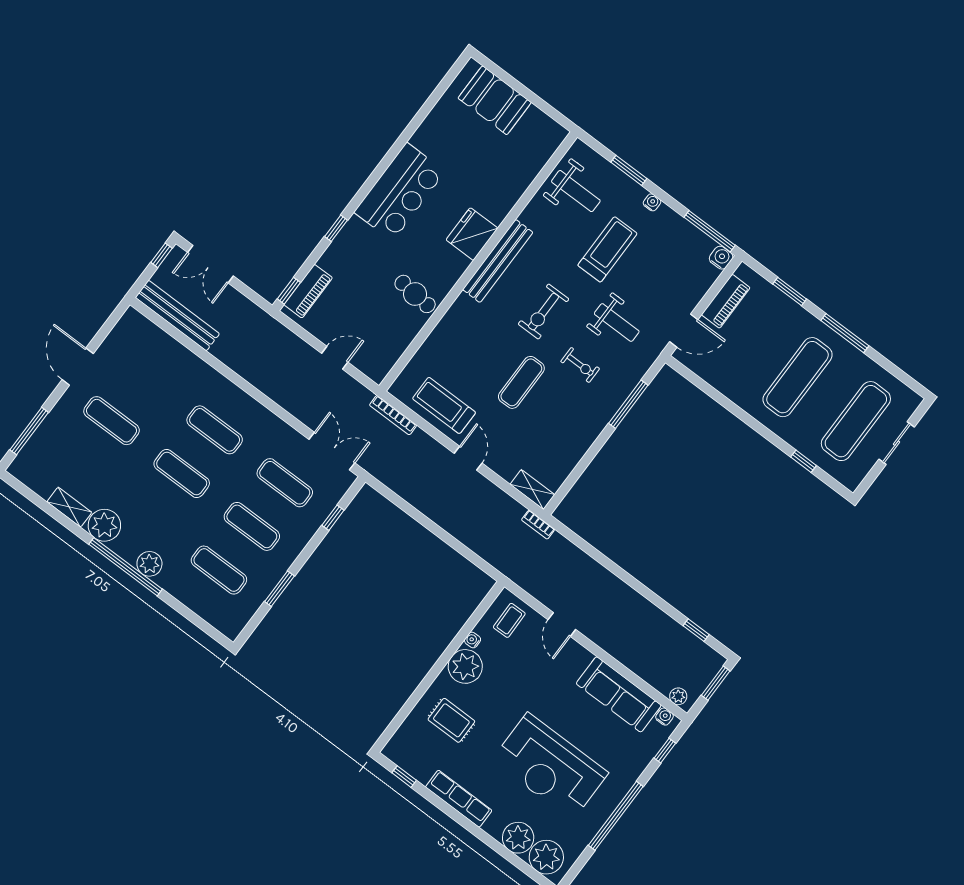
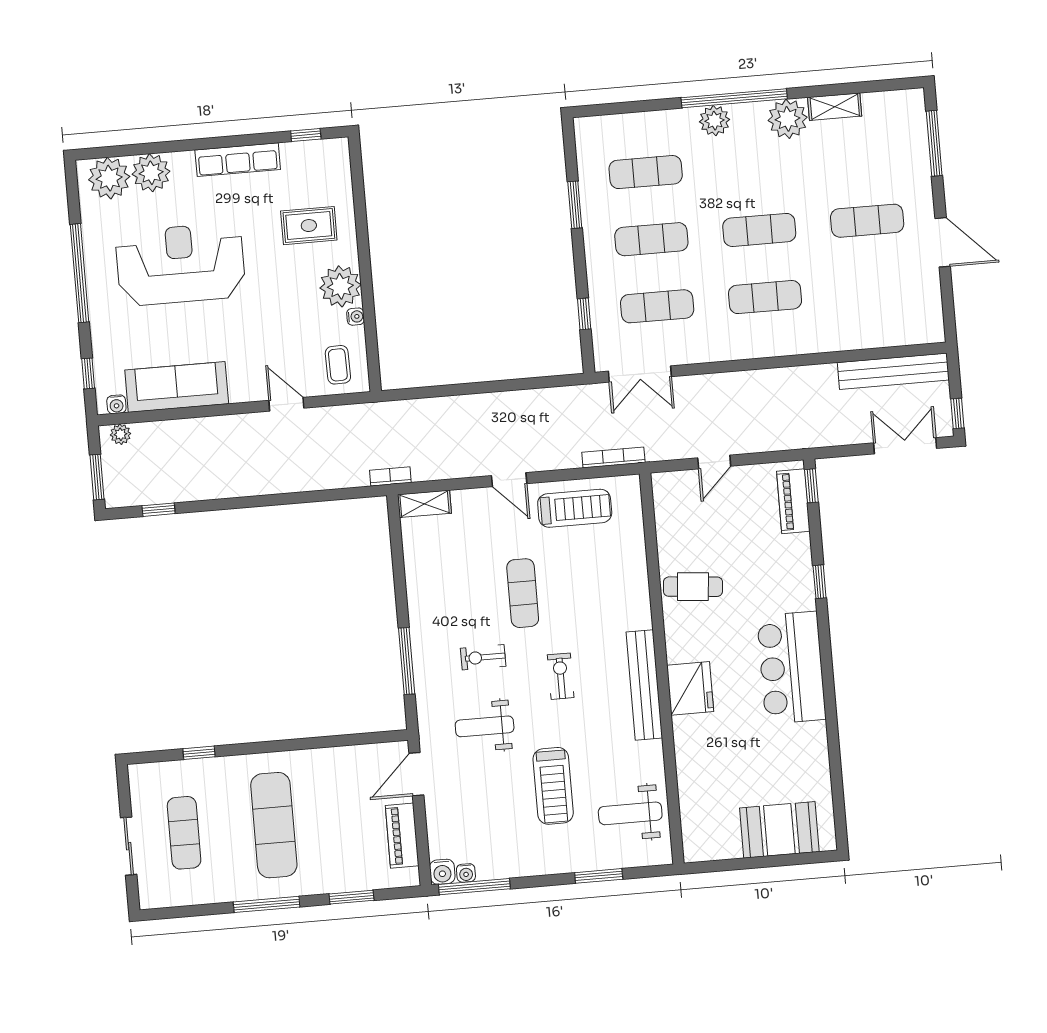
water cooler: (652, 202) -> (466, 873), moved
exercise bike: (543, 312) -> (561, 676), width x0.73, depth x0.72
exercise mat: (856, 421) -> (184, 833), width x0.73, depth x0.69

